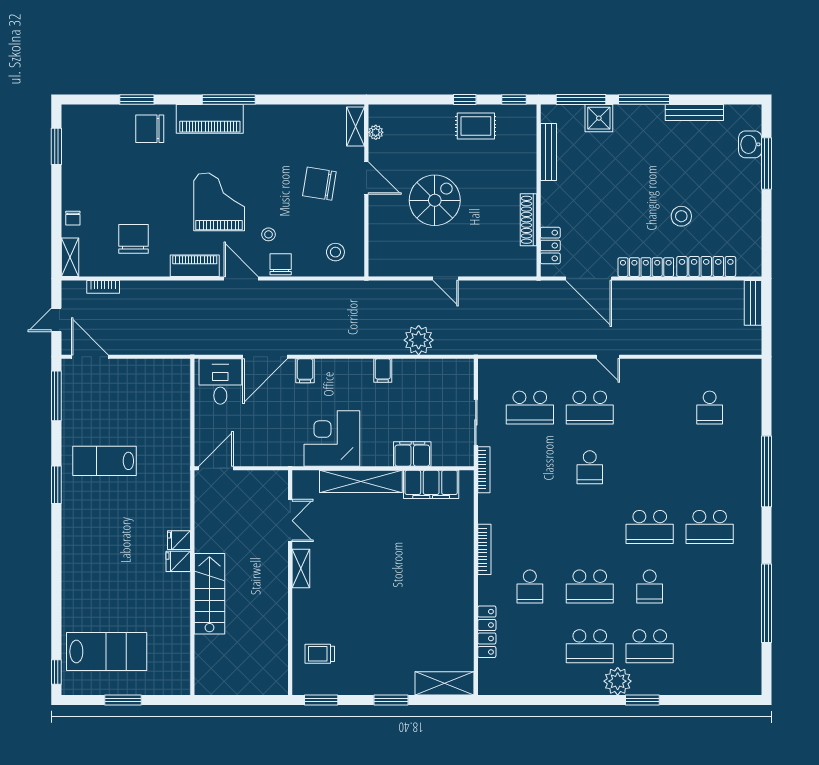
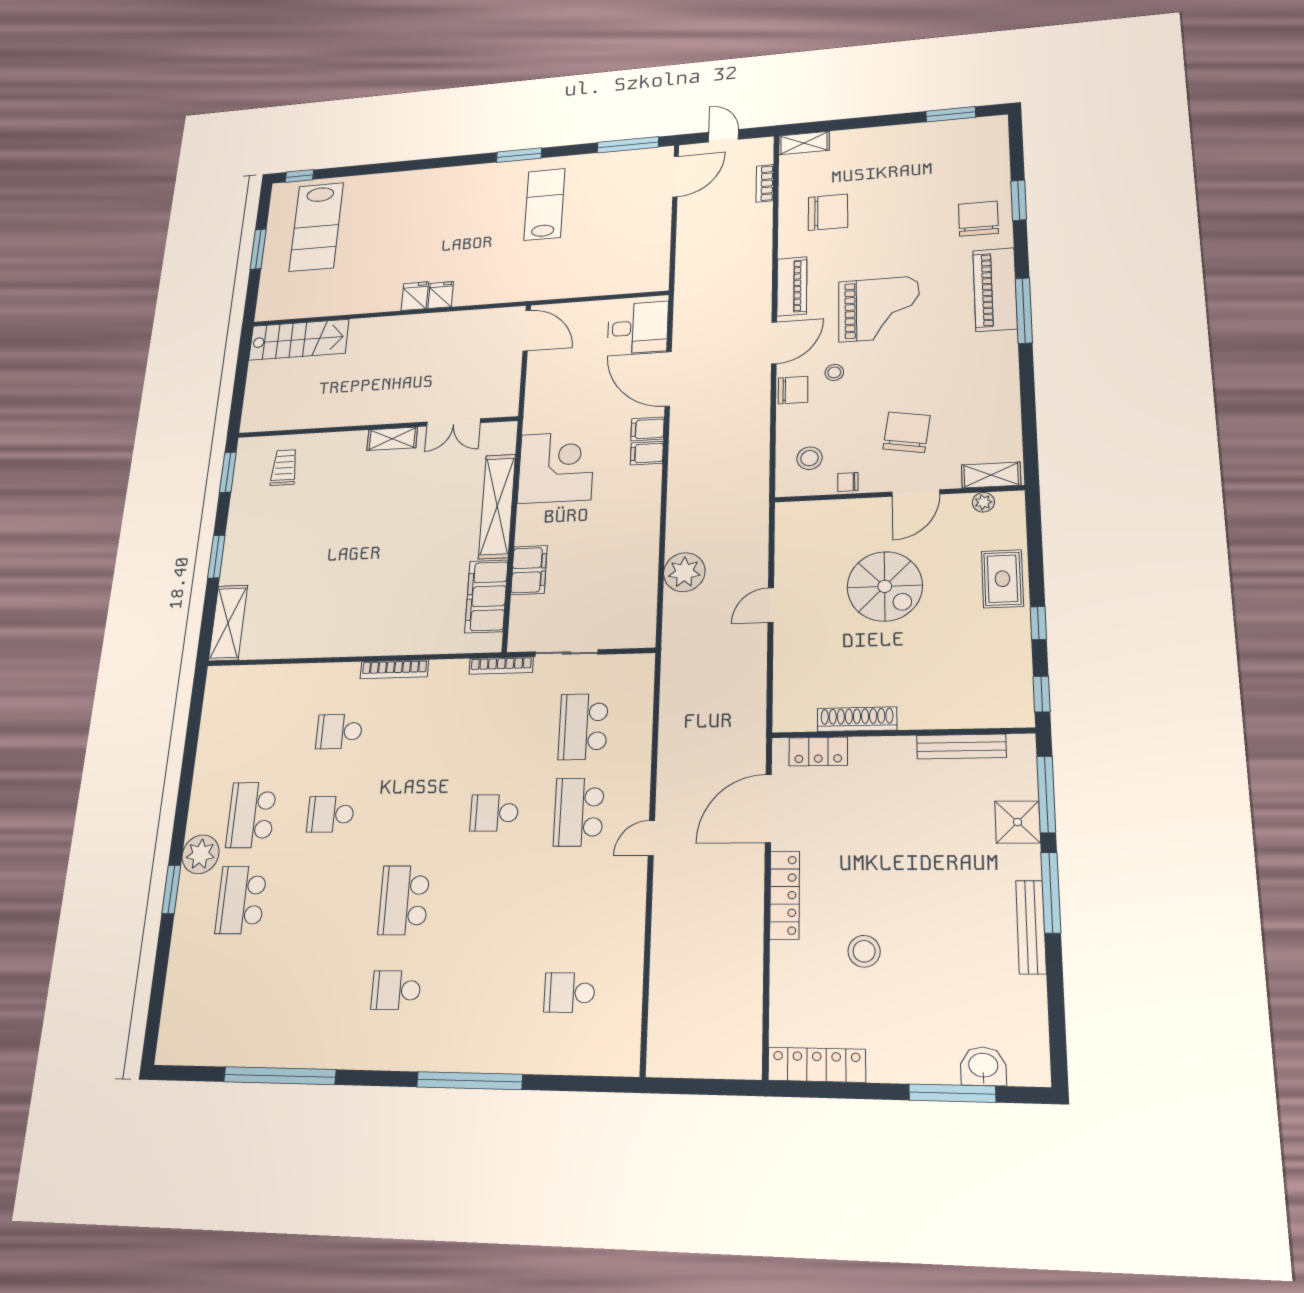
bench: (694, 112) -> (1031, 927), moved
rug: (476, 126) -> (1002, 579), moved
chair: (73, 218) -> (848, 482), moved
locker: (706, 266) -> (817, 1065), moved, turned -90
bench: (753, 303) -> (727, 1065), removed
filing cabinet: (383, 371) -> (647, 453), moved
school desk: (710, 527) -> (396, 990), width x0.54
school desk: (590, 587) -> (331, 814), width x0.54
school desk: (650, 587) -> (322, 900), removed
stairs: (209, 594) -> (299, 340), moved
locker: (487, 632) -> (287, 675), removed

